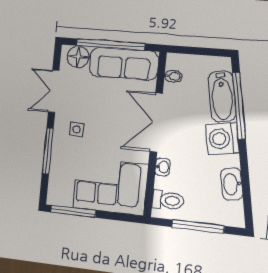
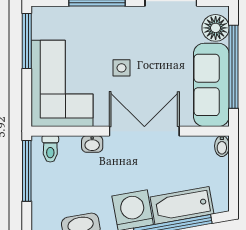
bidet: (173, 76) -> (222, 146), moved
side table: (76, 129) -> (122, 68), moved
toilet: (168, 200) -> (50, 149), width x0.73, depth x0.72
window: (198, 226) -> (27, 171), moved

